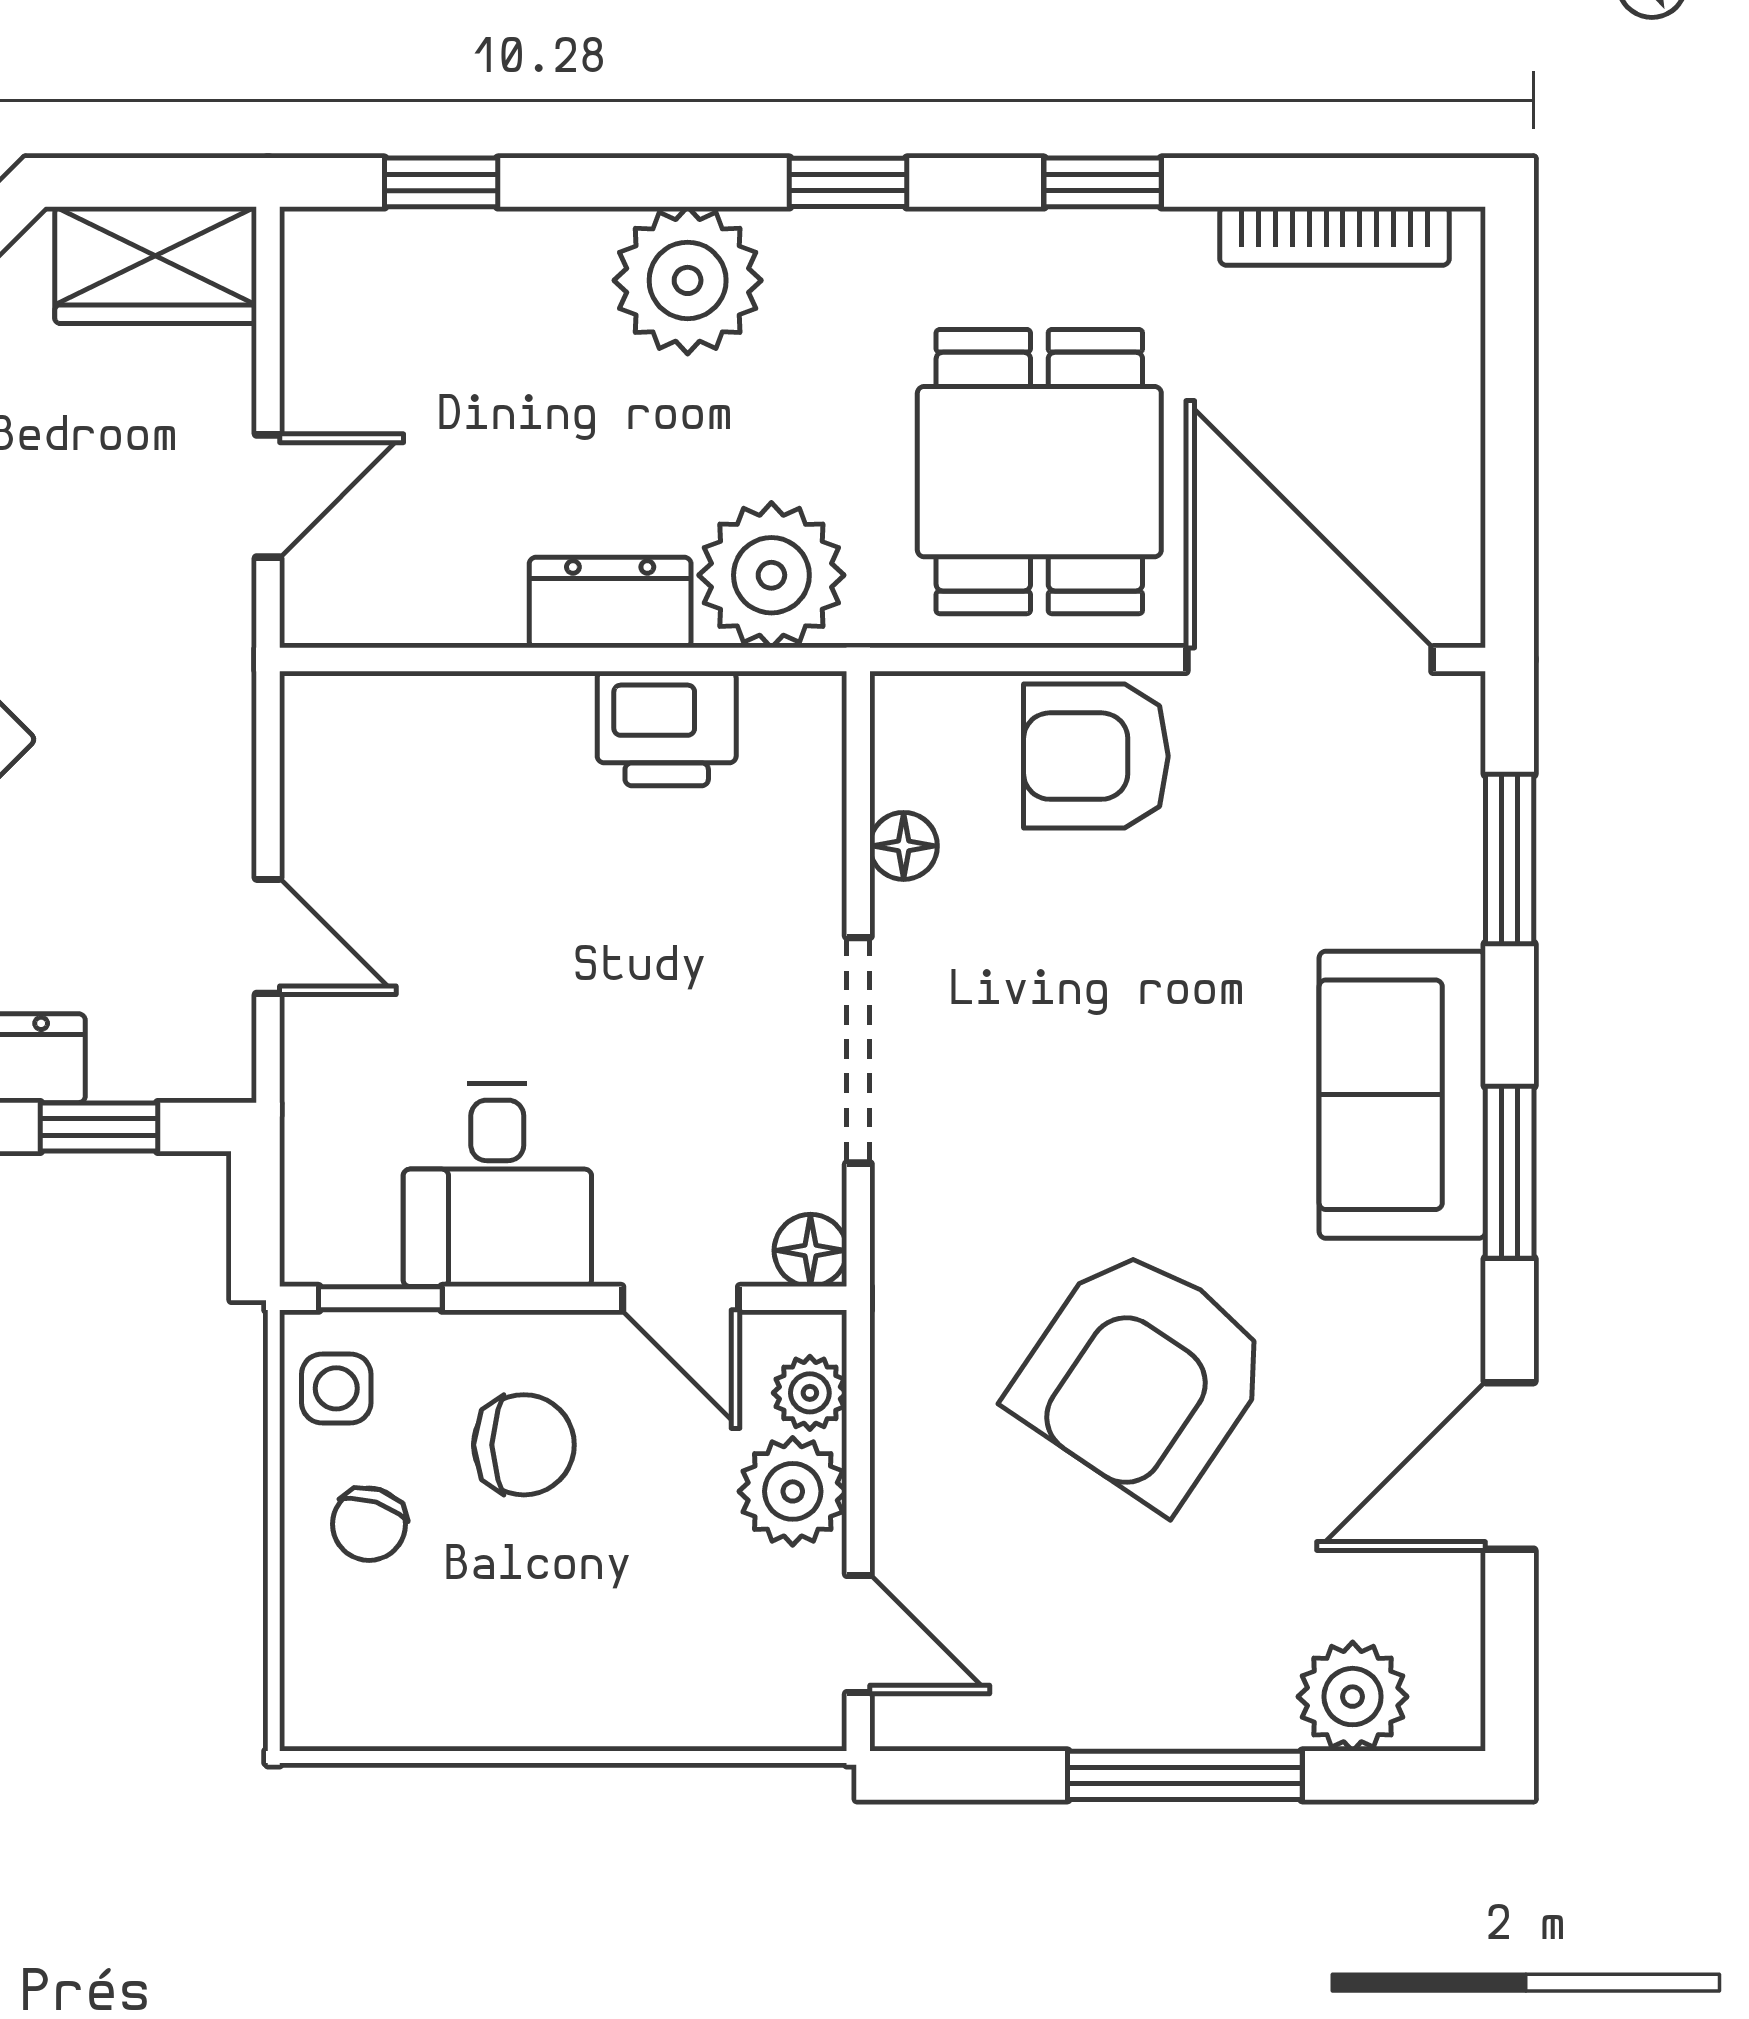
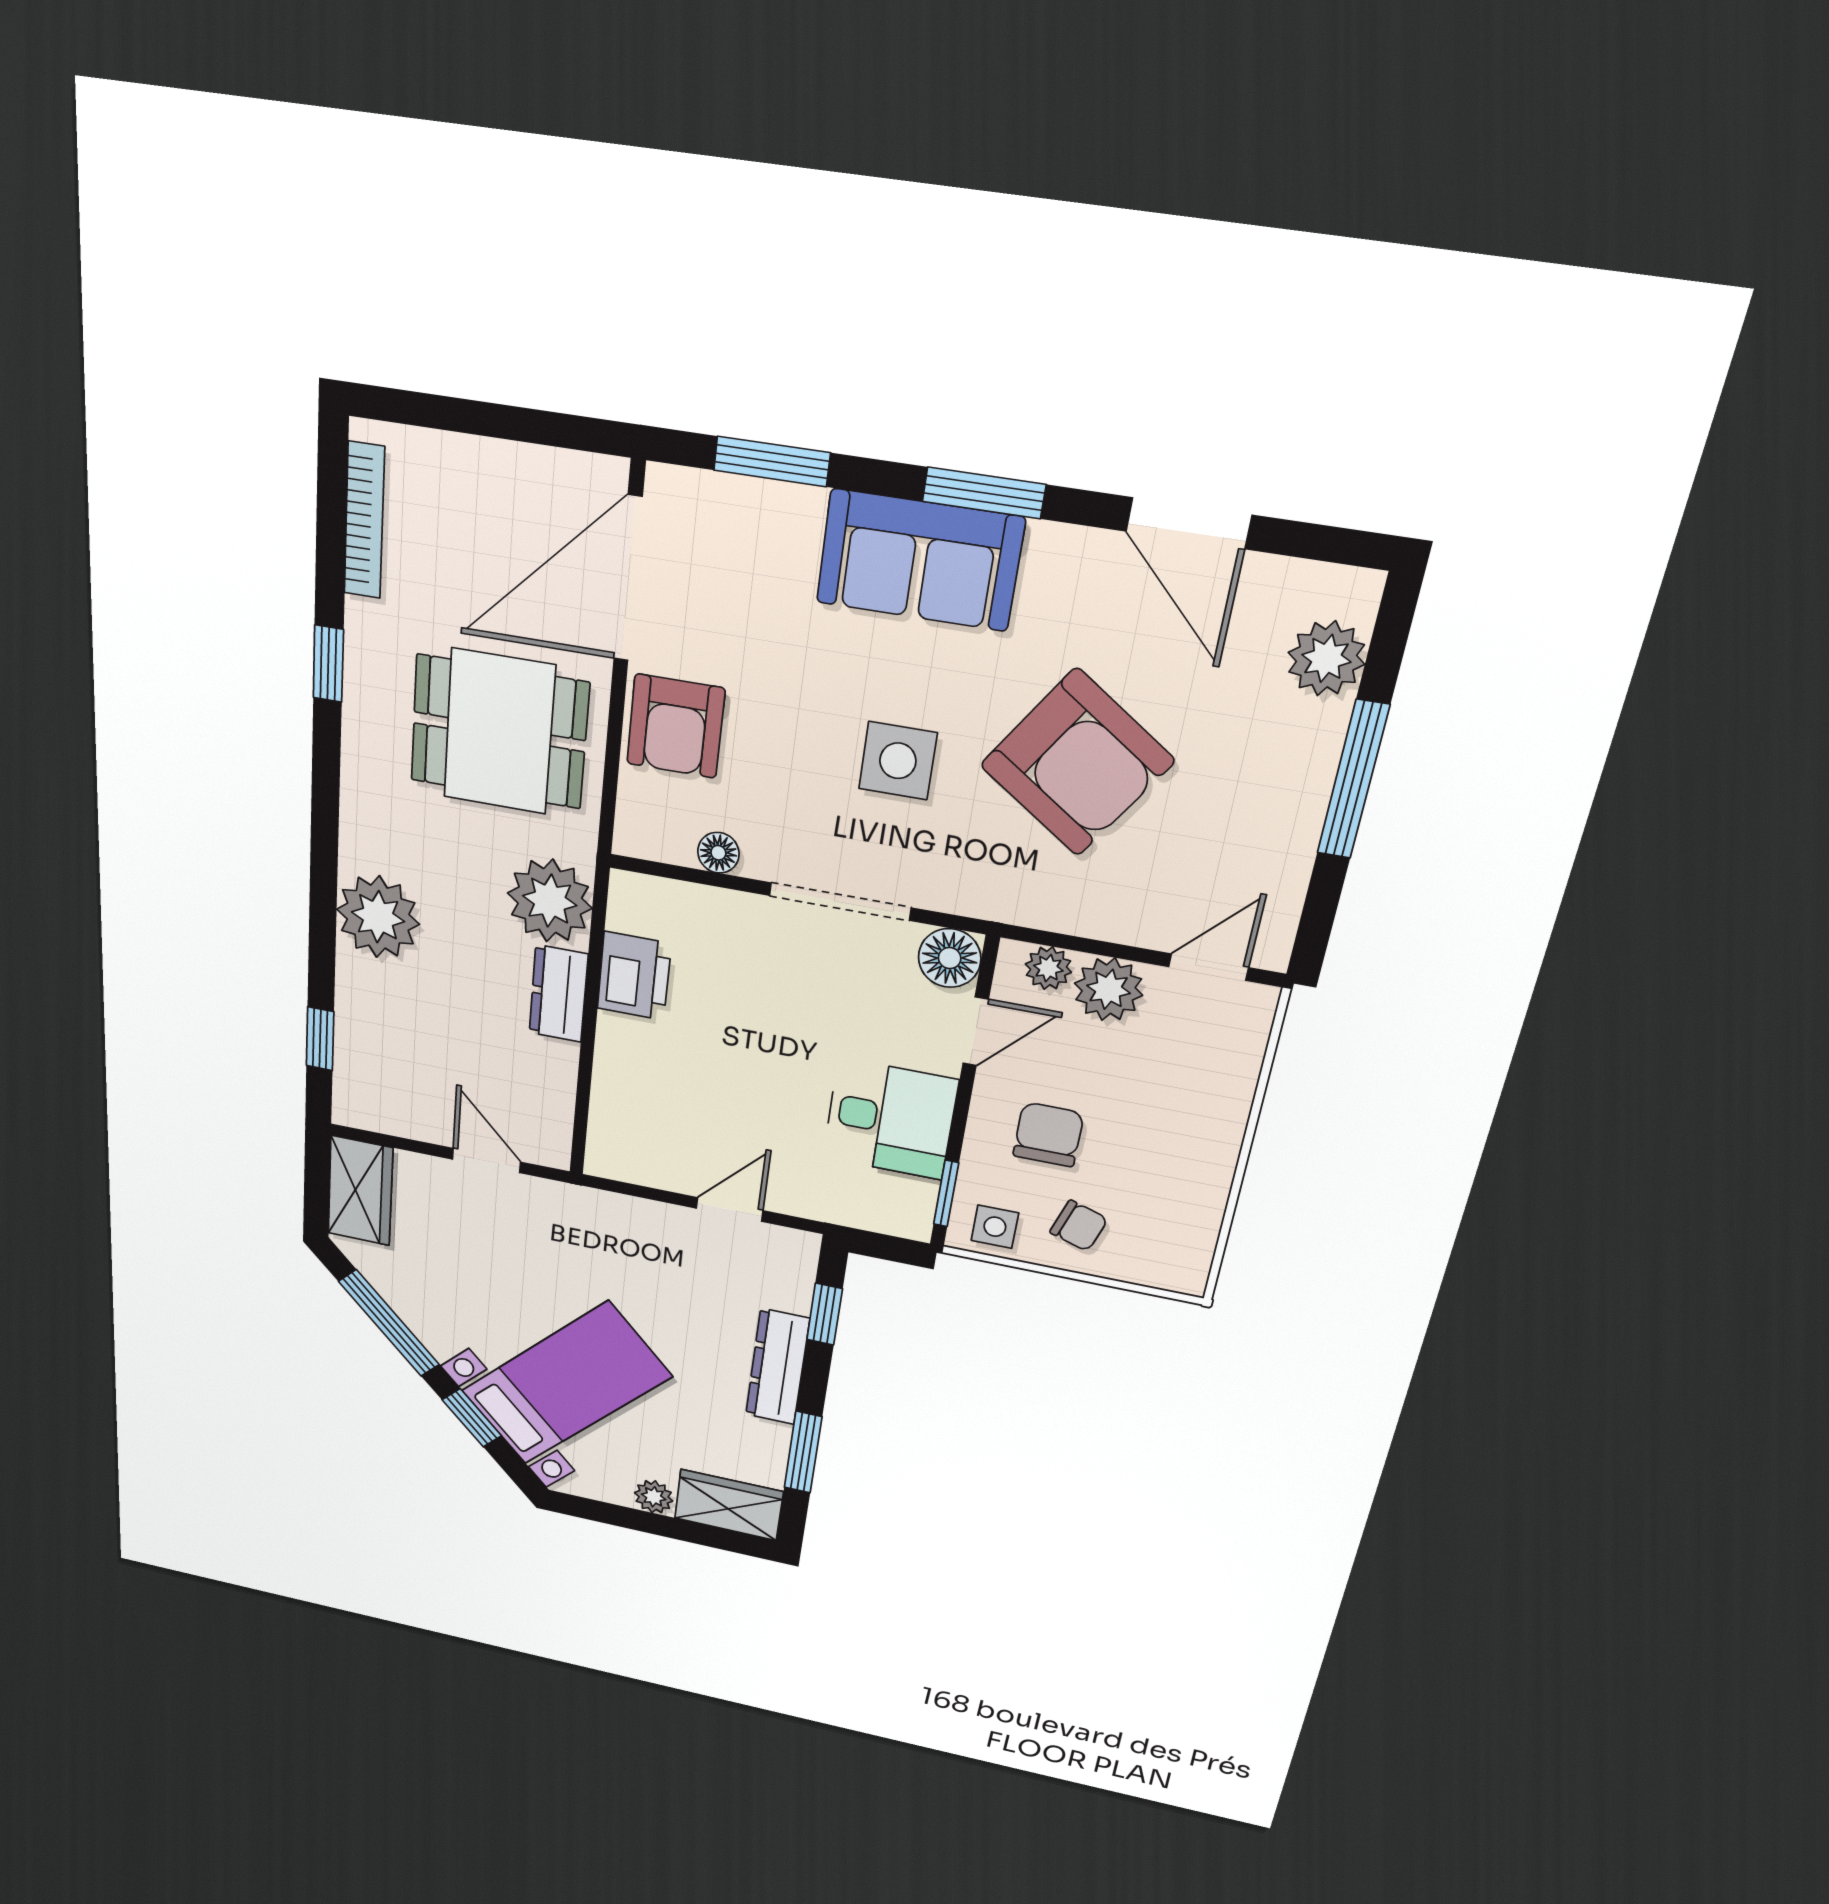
window: (848, 182) -> (325, 816), removed
side table: (1100, 1108) -> (898, 761), added
floor lamp: (810, 1250) -> (950, 958), width x1.37, depth x1.37

